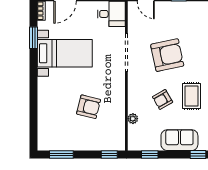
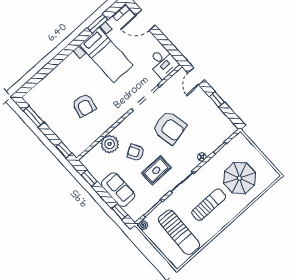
plant: (133, 119) -> (110, 144), width x1.88, depth x1.88

